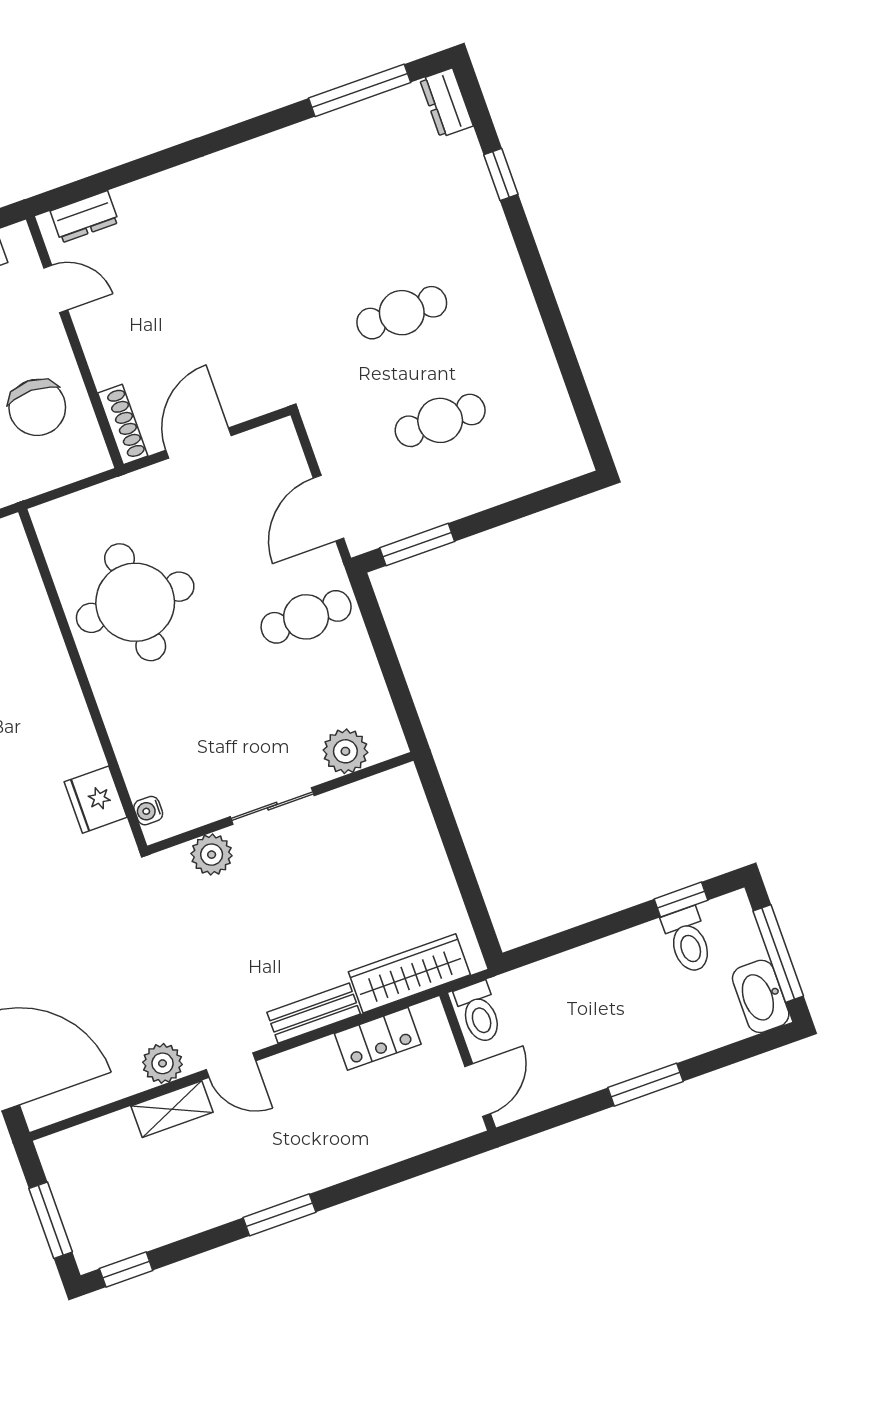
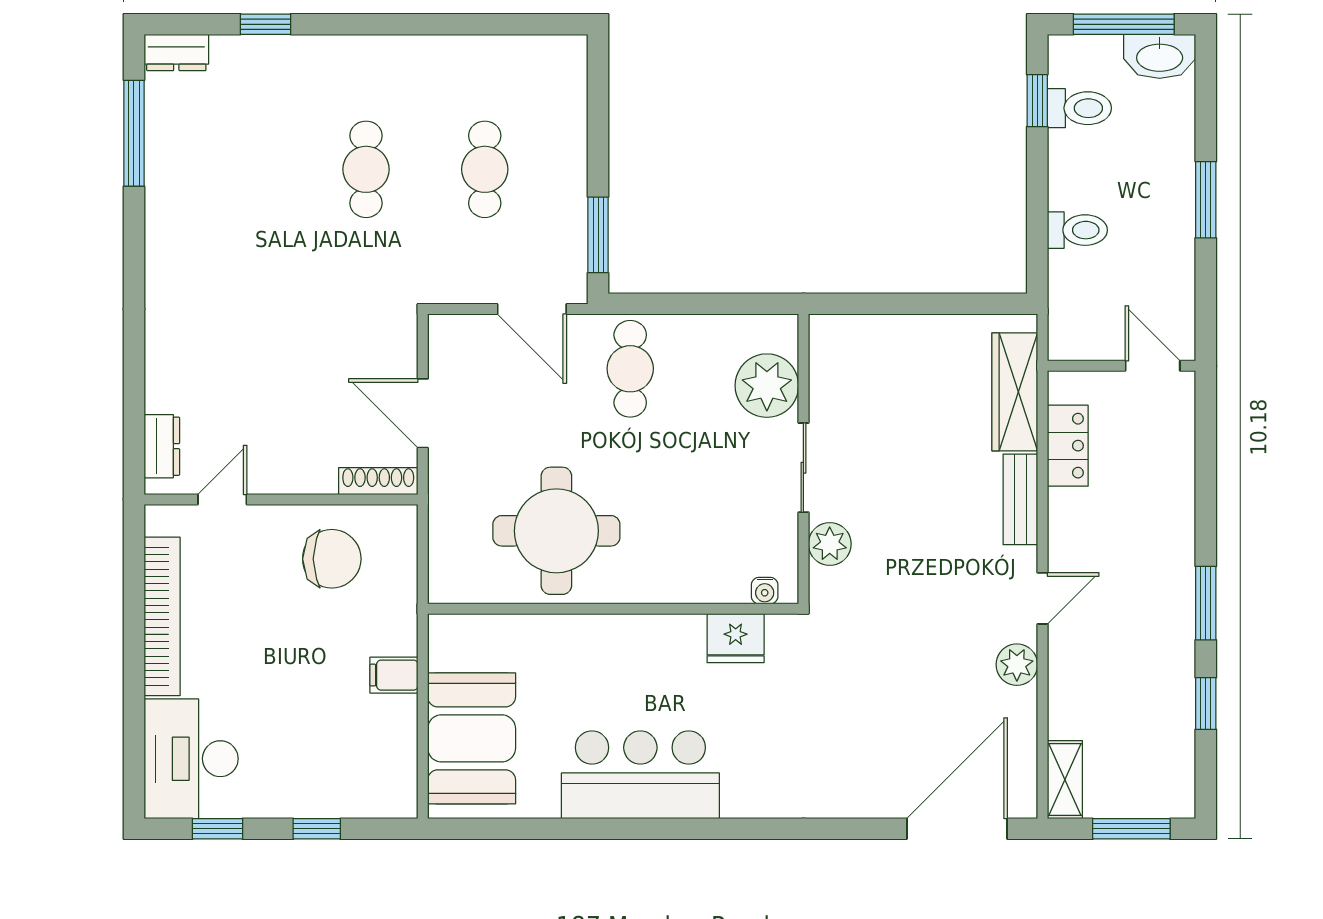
plant: (345, 751) -> (767, 386), width x1.36, depth x1.36
toilet: (479, 1013) -> (1077, 230), moved
shelving: (172, 1109) -> (1065, 780), moved
window: (126, 1270) -> (1206, 704), moved

